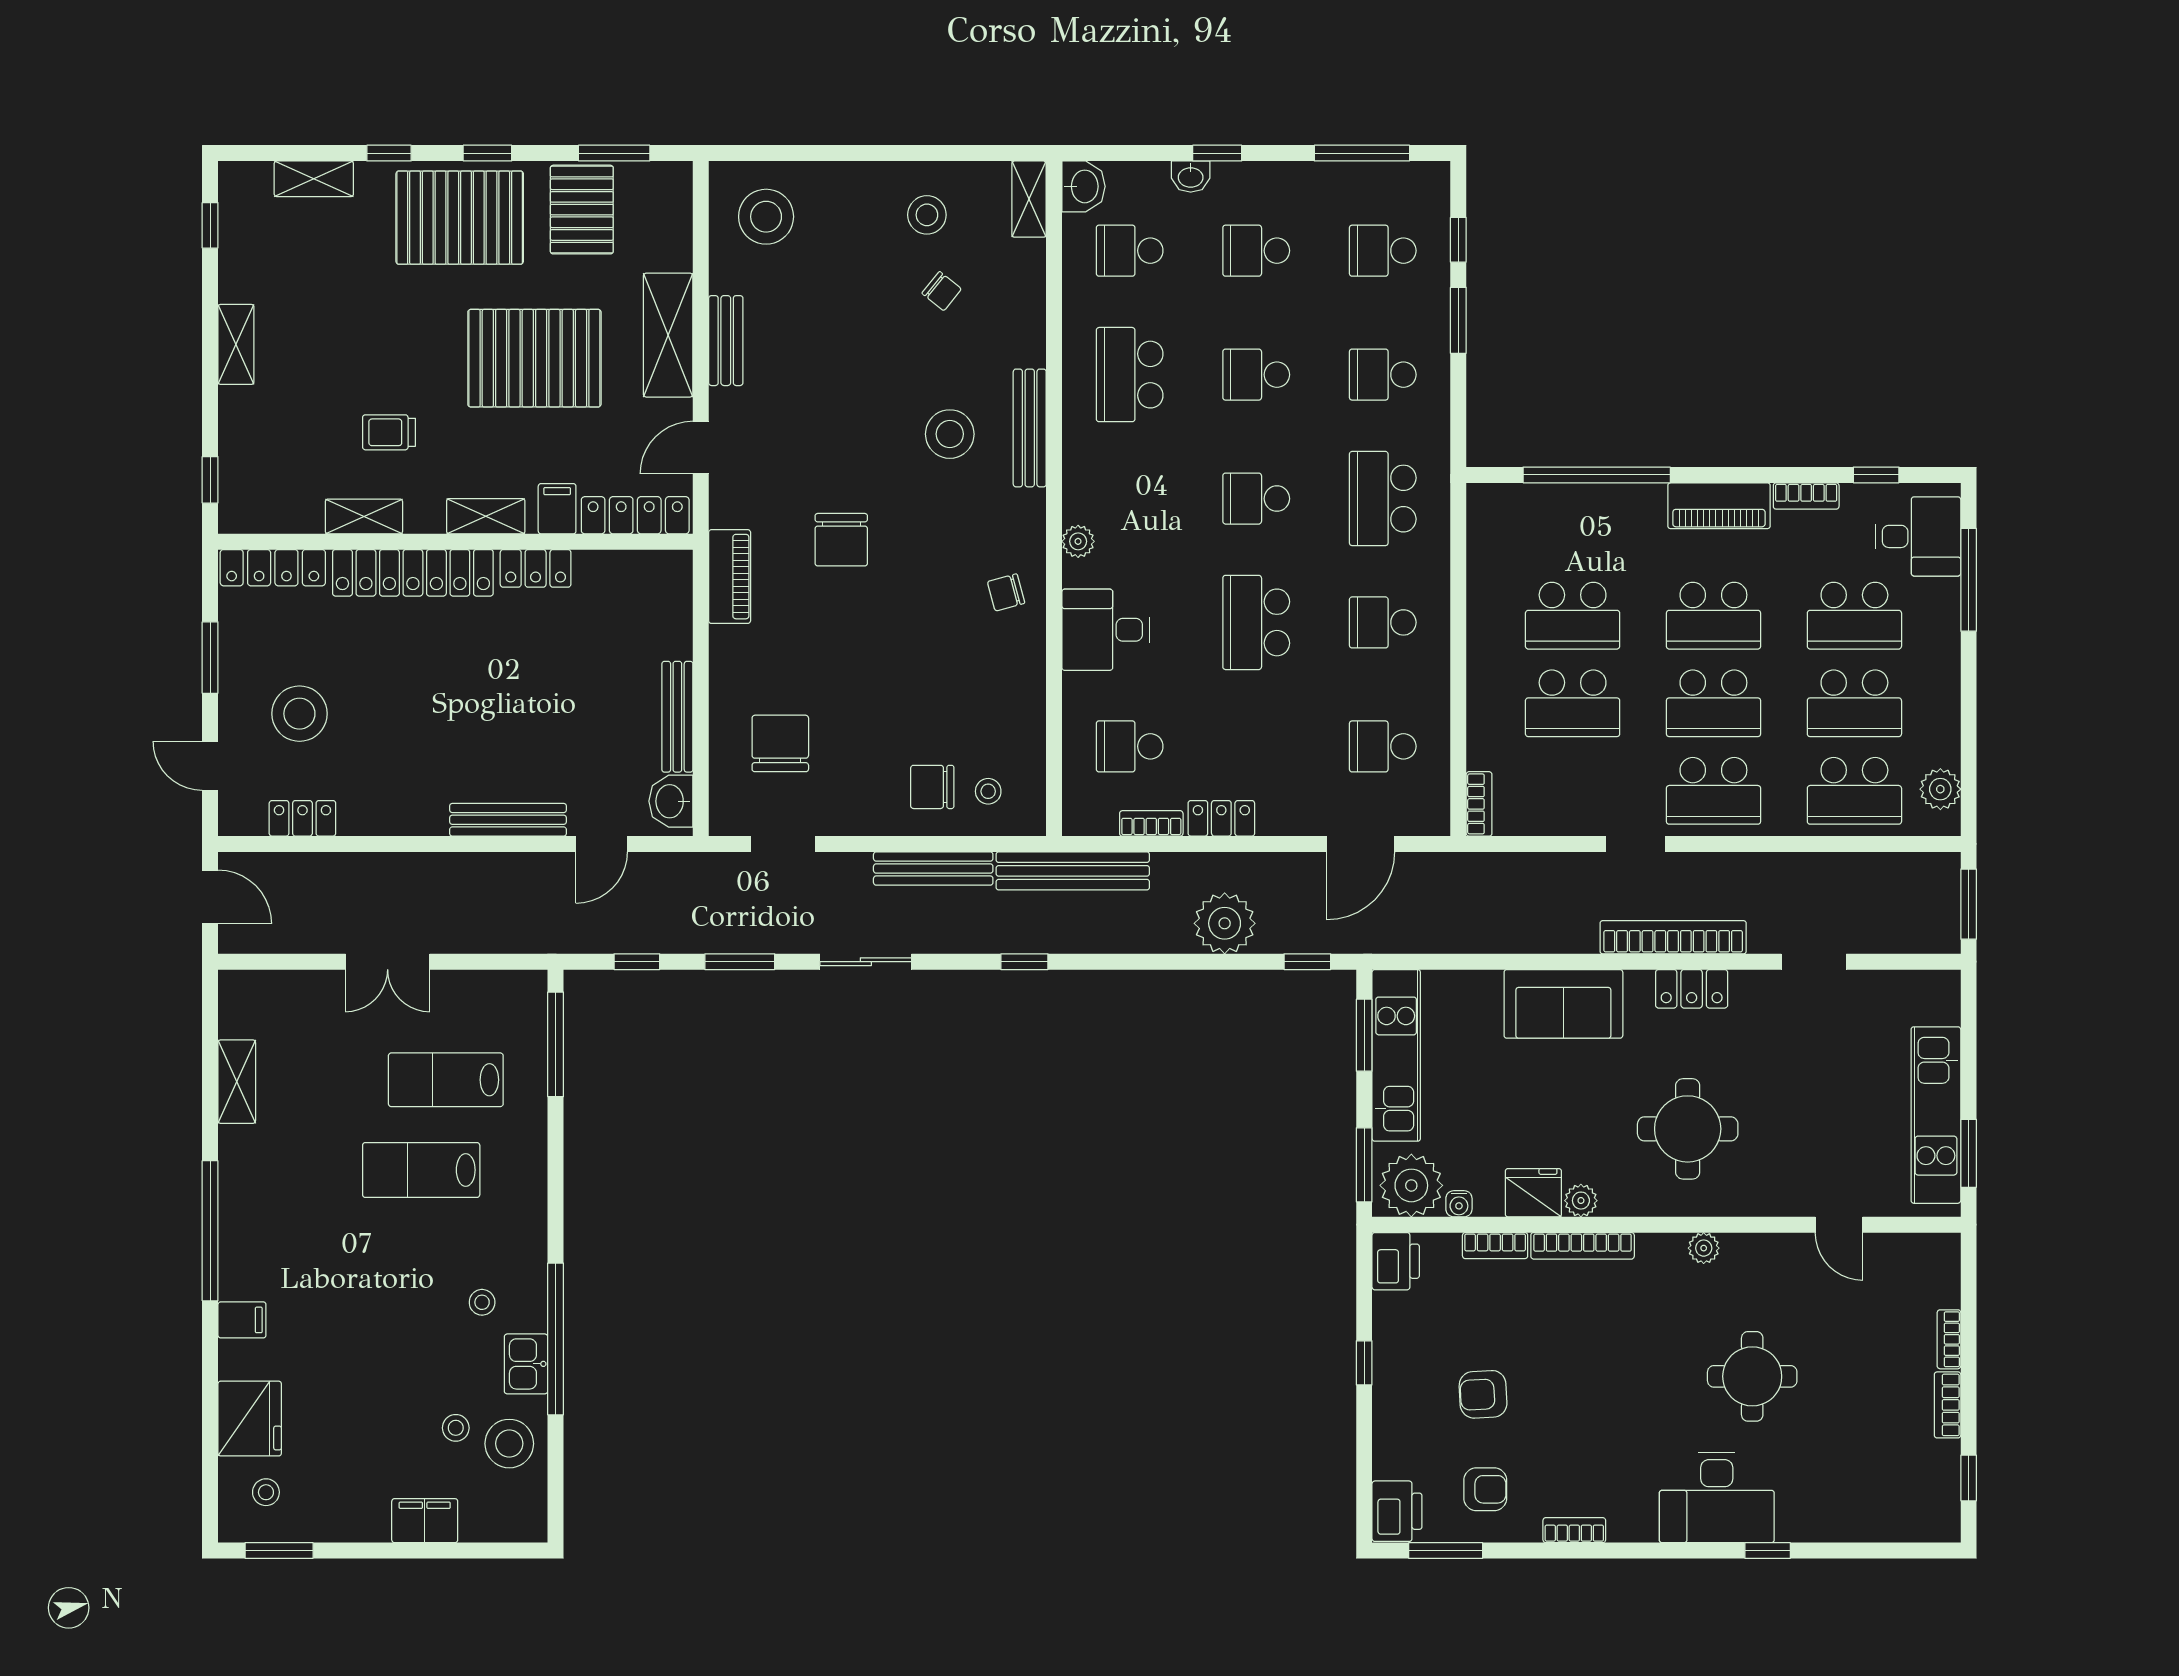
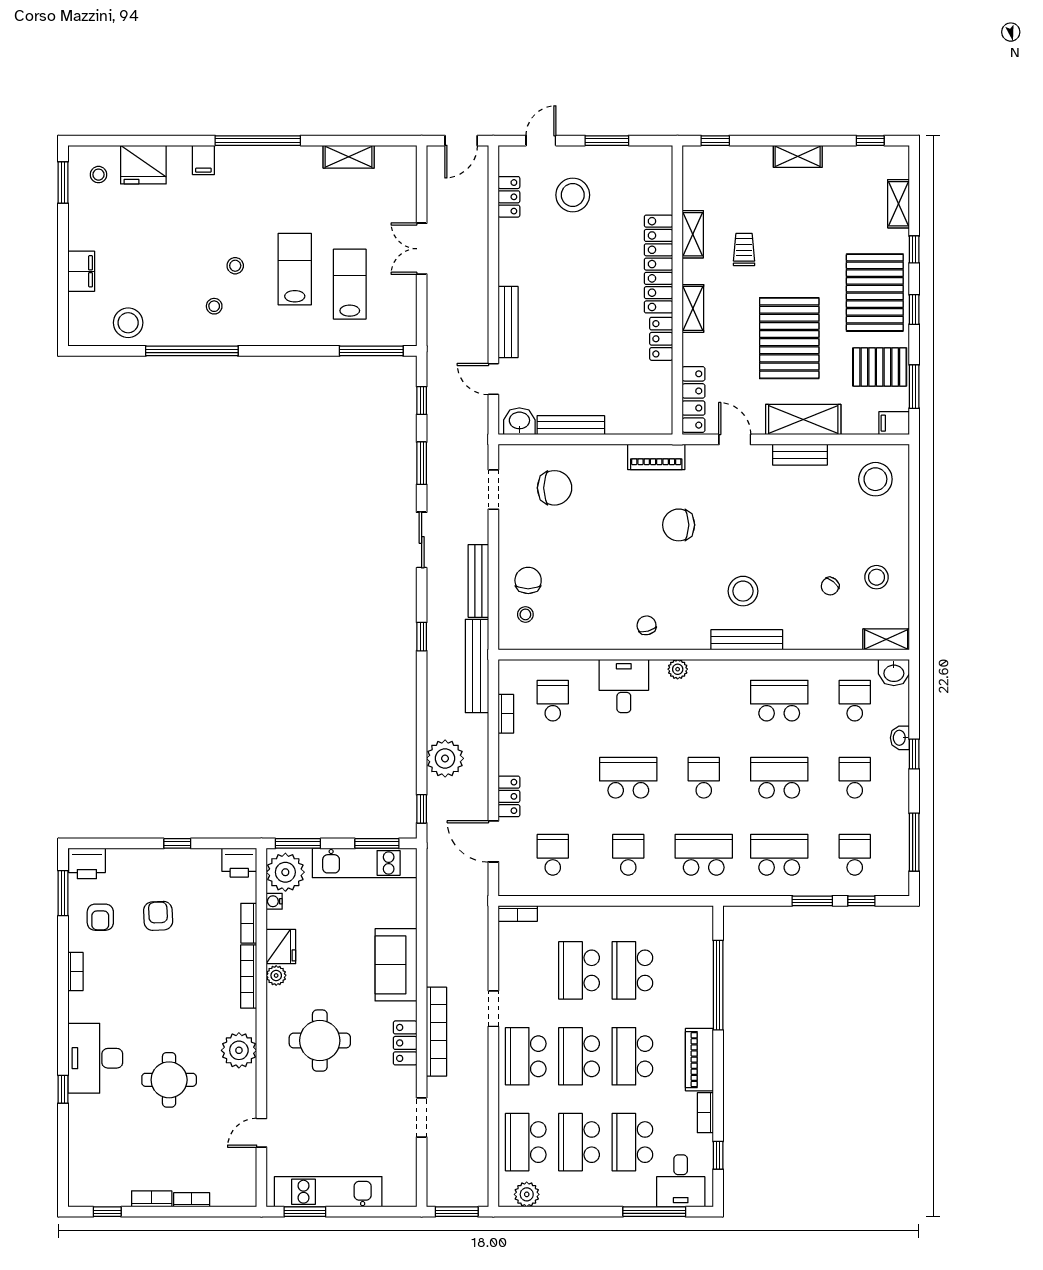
school desk: (1256, 375) -> (779, 778), width x1.85
school desk: (1383, 375) -> (779, 855), width x1.85
filing cabinet: (557, 509) -> (894, 423), moved, turned 180
locker: (273, 568) -> (662, 179), removed
locker: (1221, 818) -> (509, 796), moved
plant: (1704, 1248) -> (239, 1050), width x1.88, depth x1.88
kitchen sink: (526, 1364) -> (177, 333), removed
stool: (456, 1428) -> (235, 266), moved

